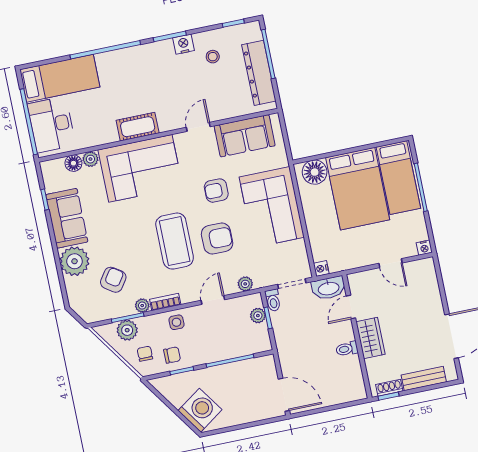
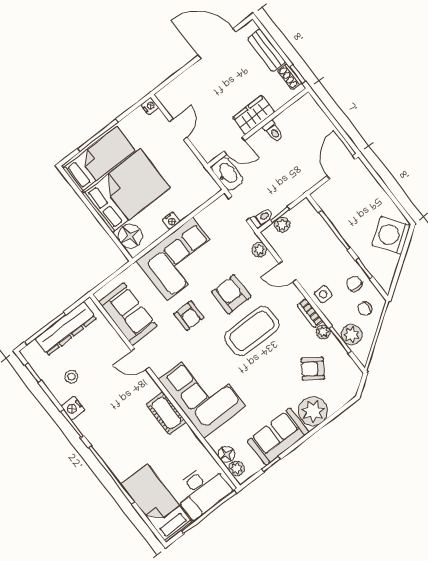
plant: (90, 159) -> (236, 468), moved
nightstand: (321, 269) -> (171, 221), moved

